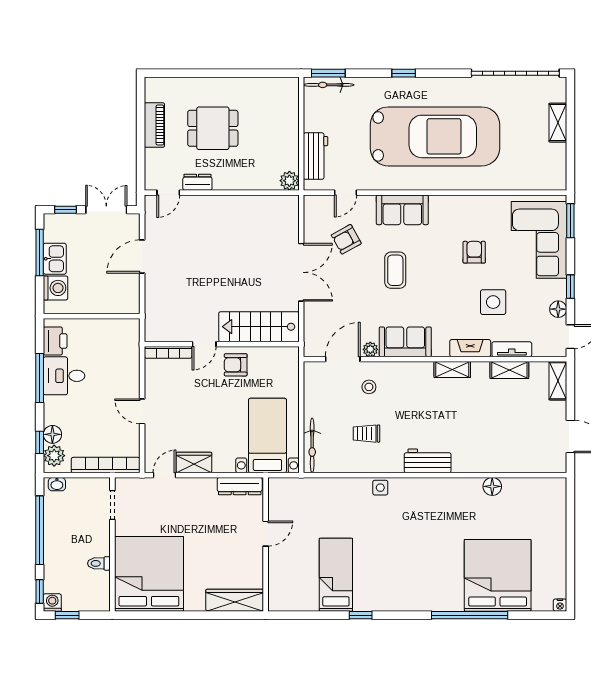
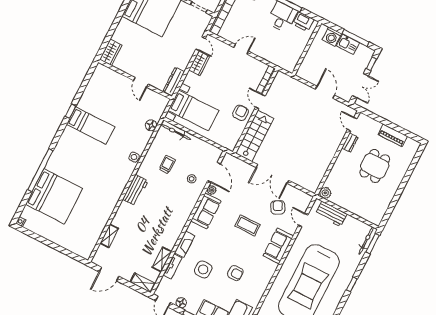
shelving: (452, 369) -> (109, 236), moved
floor lamp: (492, 486) -> (151, 125), moved
bed: (336, 575) -> (91, 126), moved
wardrobe: (235, 600) -> (111, 52), width x0.67

